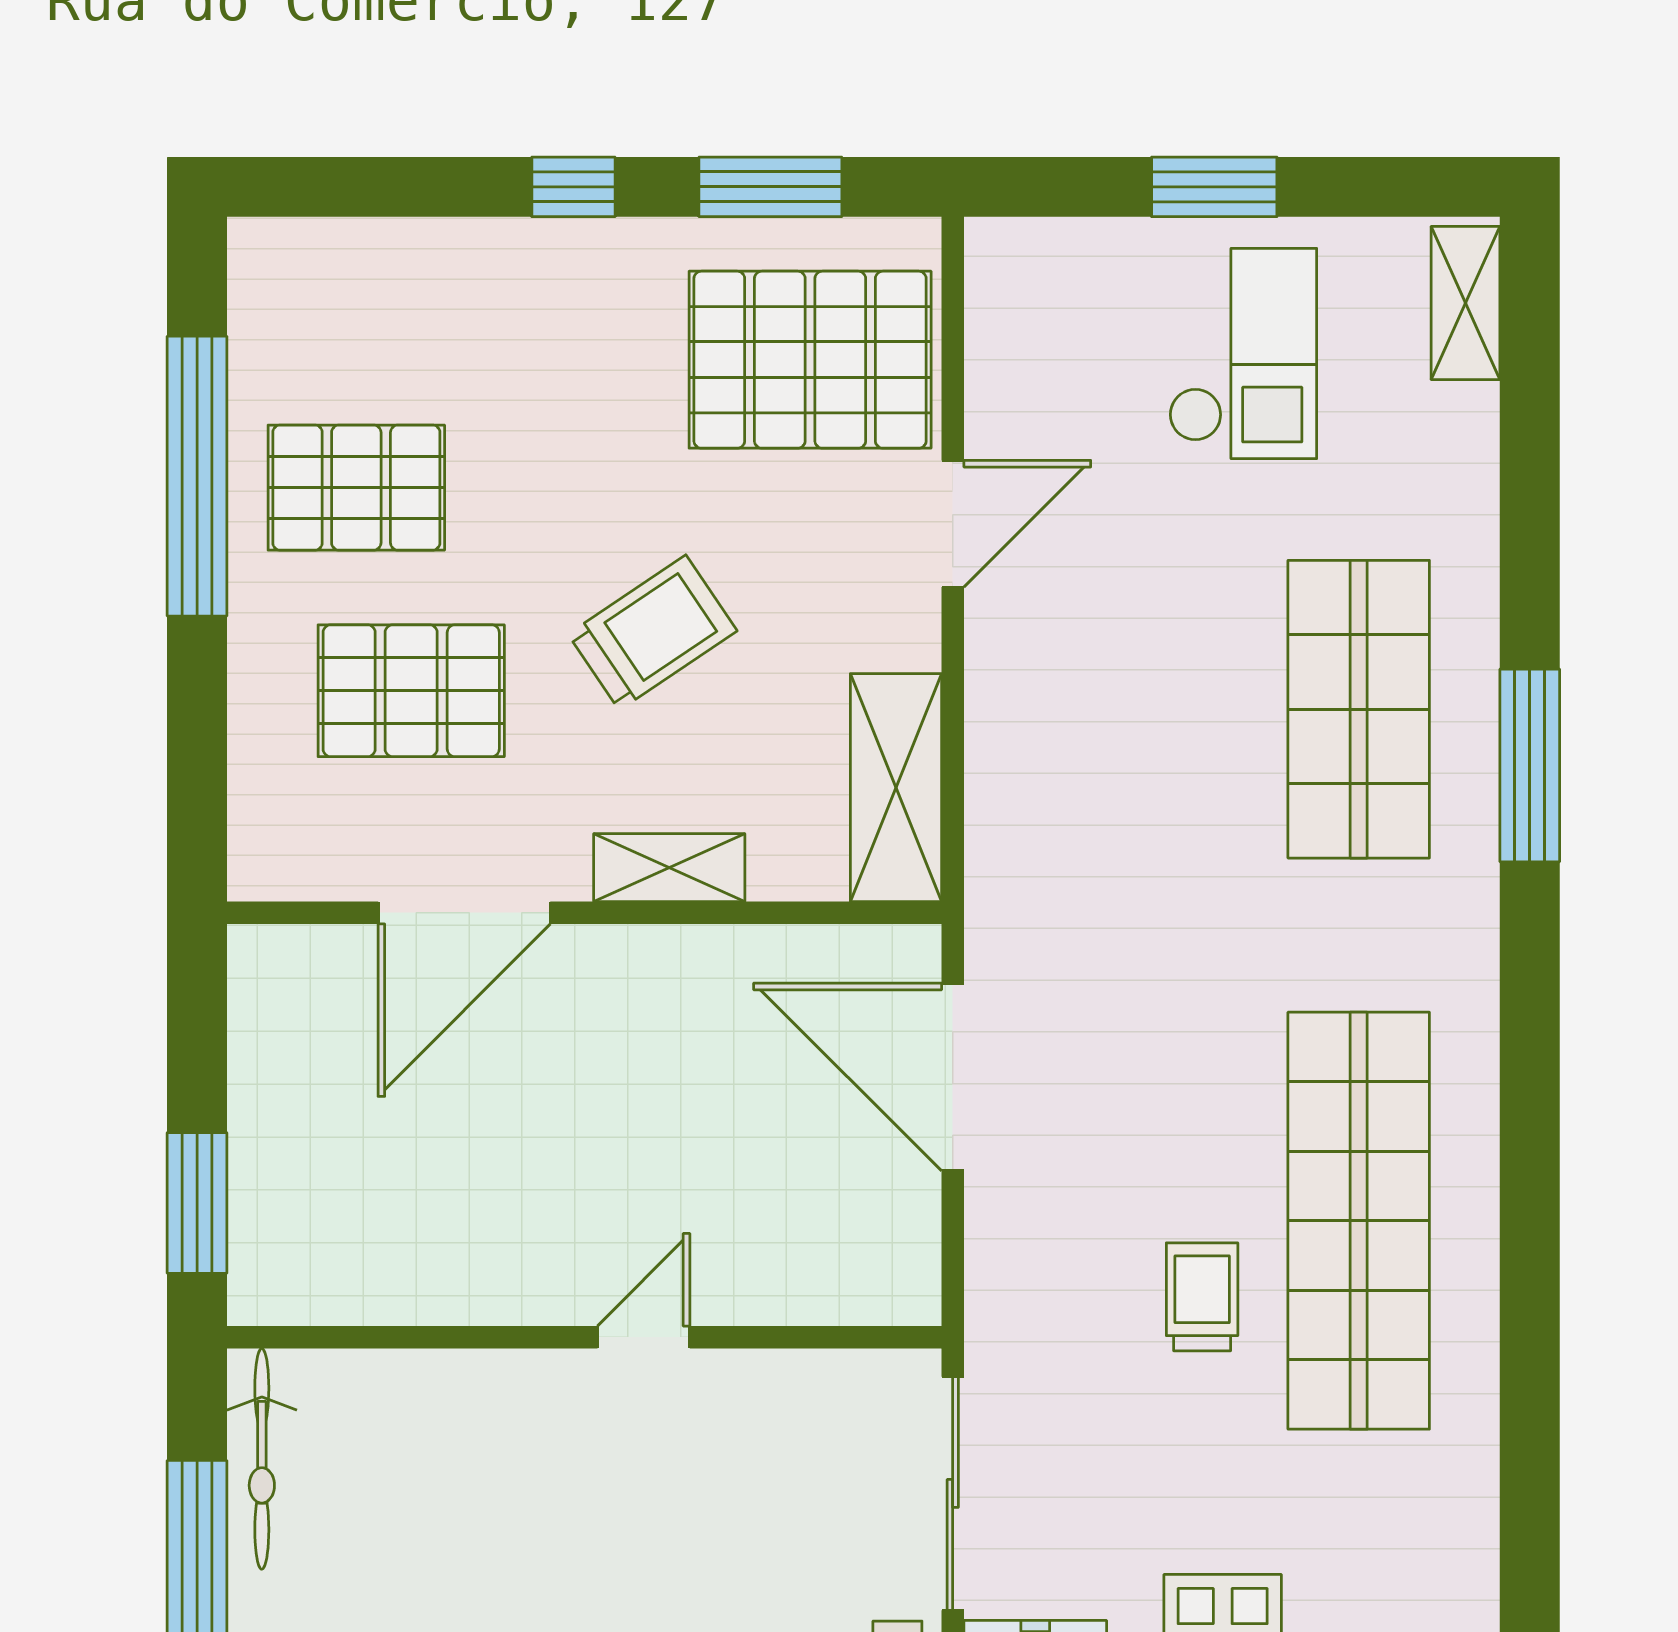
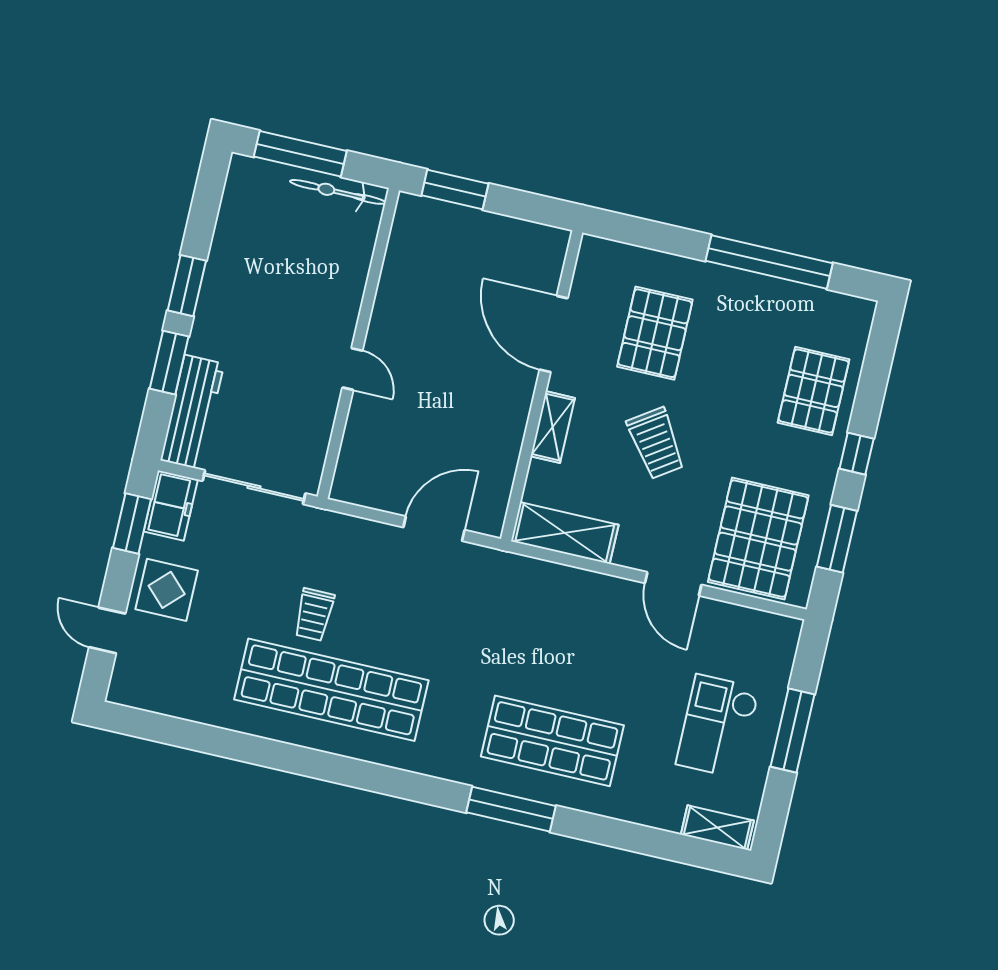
window: (1214, 187) -> (793, 731), width x1.44
checkout: (1243, 354) -> (718, 726), turned 90
pallet: (356, 488) -> (814, 391), moved
door: (953, 1077) -> (434, 529), width x0.73
trolley: (1202, 1297) -> (314, 615), turned 90

